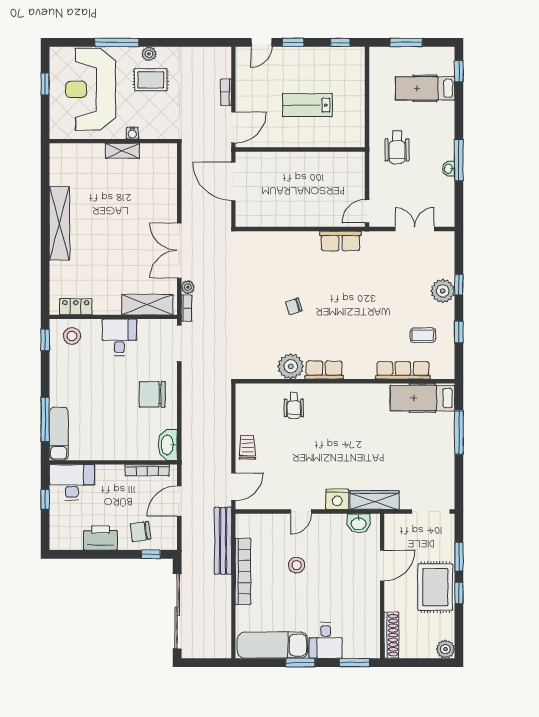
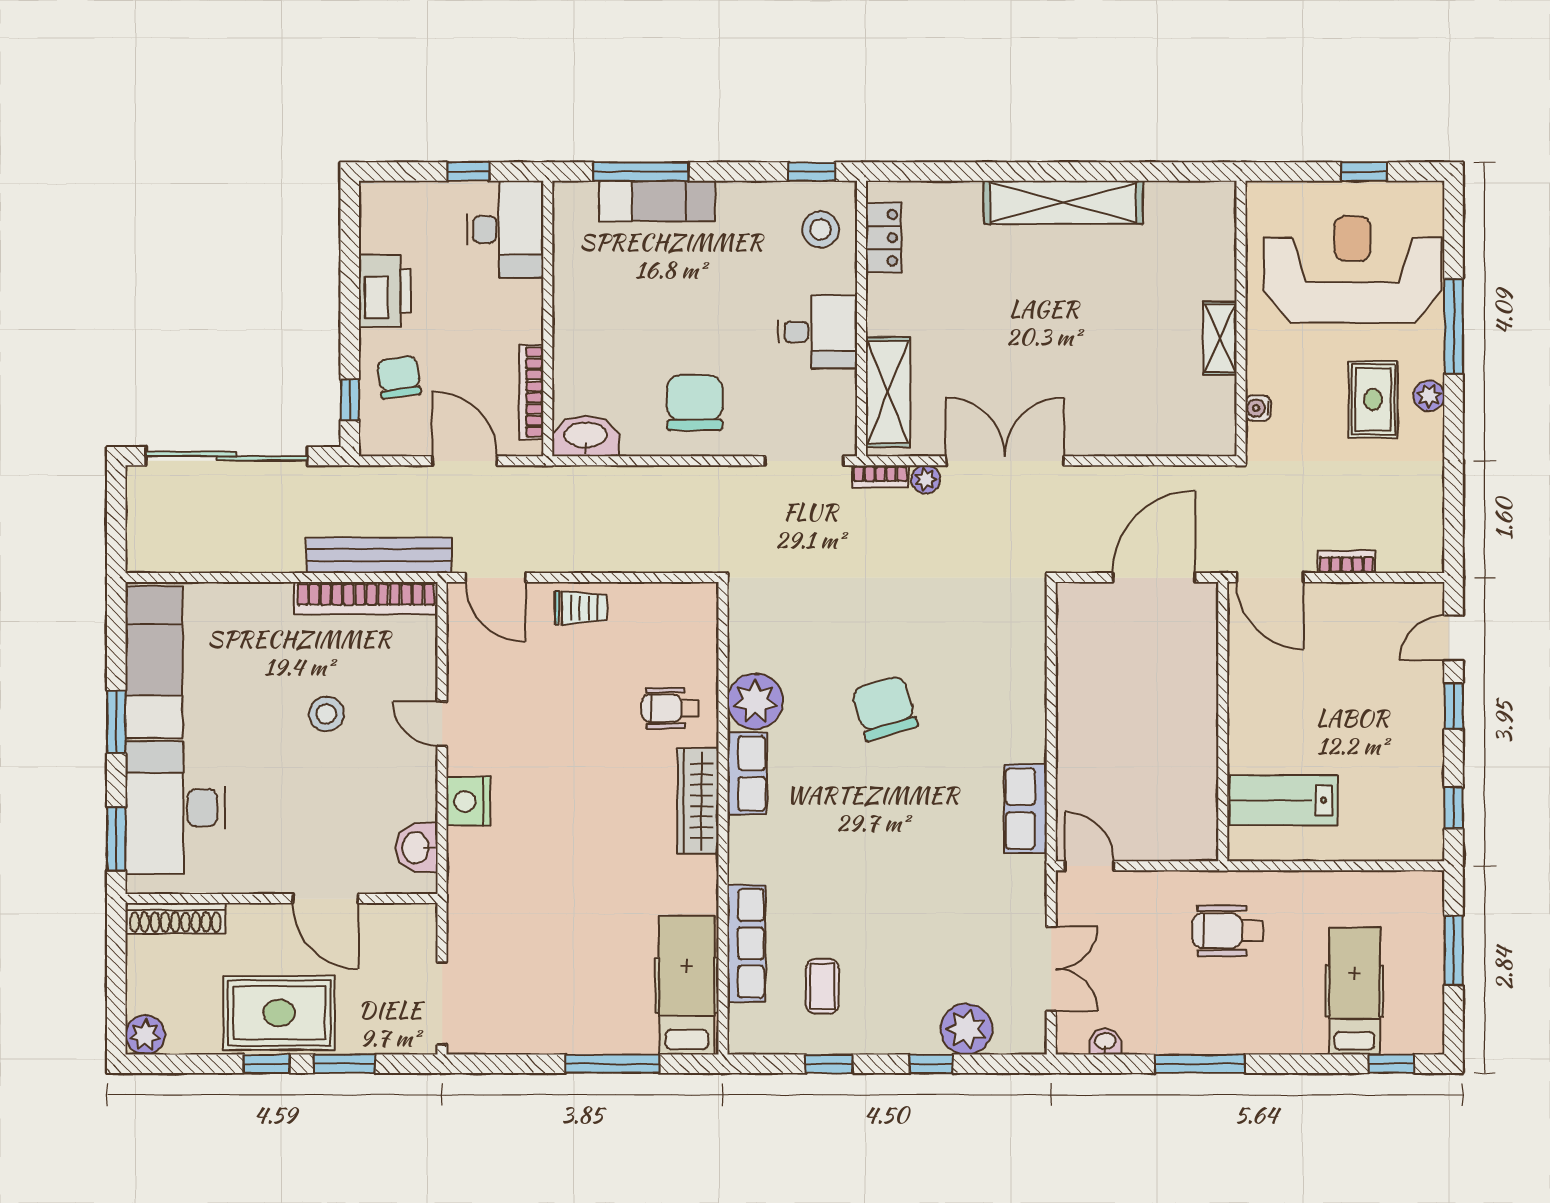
door: (261, 42) -> (1454, 638), hinge flipped
lab bench: (307, 105) -> (1284, 800), moved, turned -90
water cooler: (132, 133) -> (1258, 408), moved
washbasin: (449, 169) -> (1105, 1042), moved
plant: (443, 291) -> (966, 1029), moved
chair: (294, 306) -> (885, 708), width x1.87, depth x1.87
exam couch: (59, 434) -> (657, 201), moved
wardrobe: (374, 500) -> (698, 801), moved, turned 180
bookcase: (243, 571) -> (366, 598), moved
desk: (326, 641) -> (175, 808), width x1.87, depth x1.30

